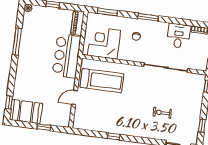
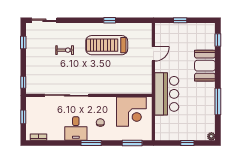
piano: (78, 23) -> (160, 128), removed
desk: (178, 36) -> (76, 128), moved
treadmill: (102, 81) -> (107, 45), moved
booth: (26, 112) -> (205, 66), moved, turned 90

